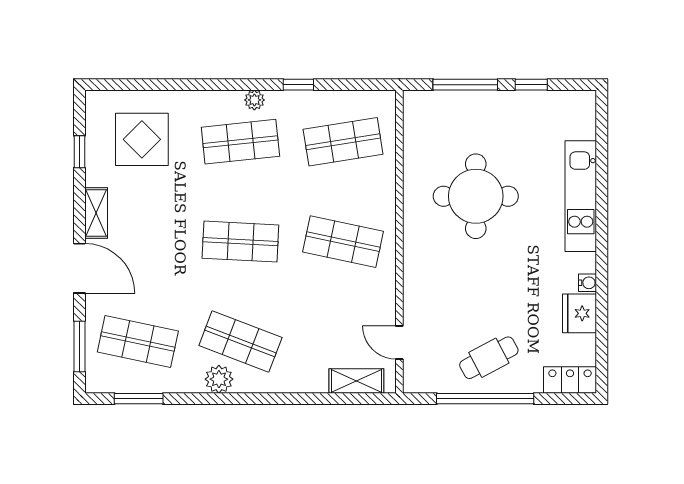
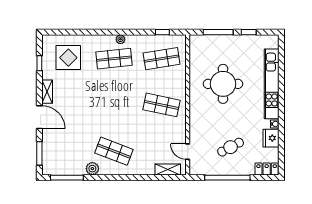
window: (298, 85) -> (162, 32), moved
kitchen unit: (581, 196) -> (272, 84), width x1.36
shop shelf: (240, 242) -> (114, 105), removed
shop shelf: (138, 342) -> (66, 151), removed
cafe table: (489, 358) -> (231, 147), moved
plant: (219, 379) -> (92, 169), moved
window: (139, 399) -> (67, 178), width x1.44

